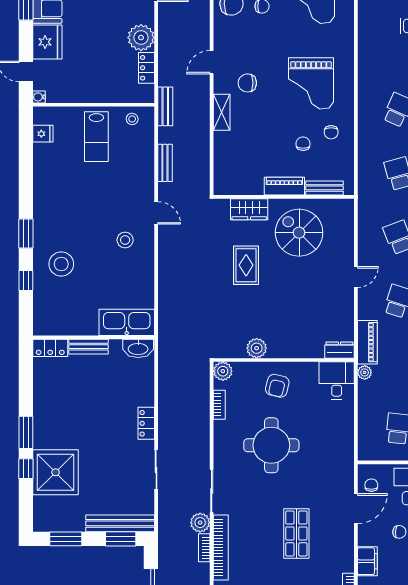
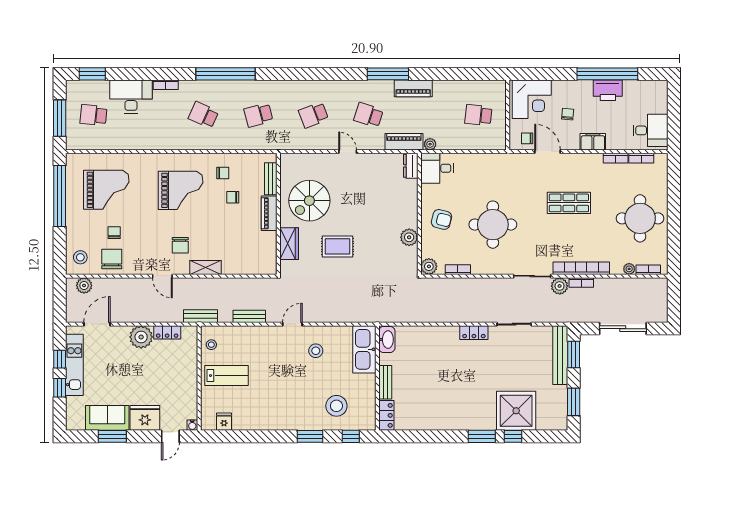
kitchen sink: (127, 322) -> (364, 349), moved
wall: (94, 337) -> (377, 378), moved
bench: (89, 347) -> (385, 382), moved
locker: (50, 348) -> (386, 415), moved
washbasin: (138, 348) -> (387, 340), moved

